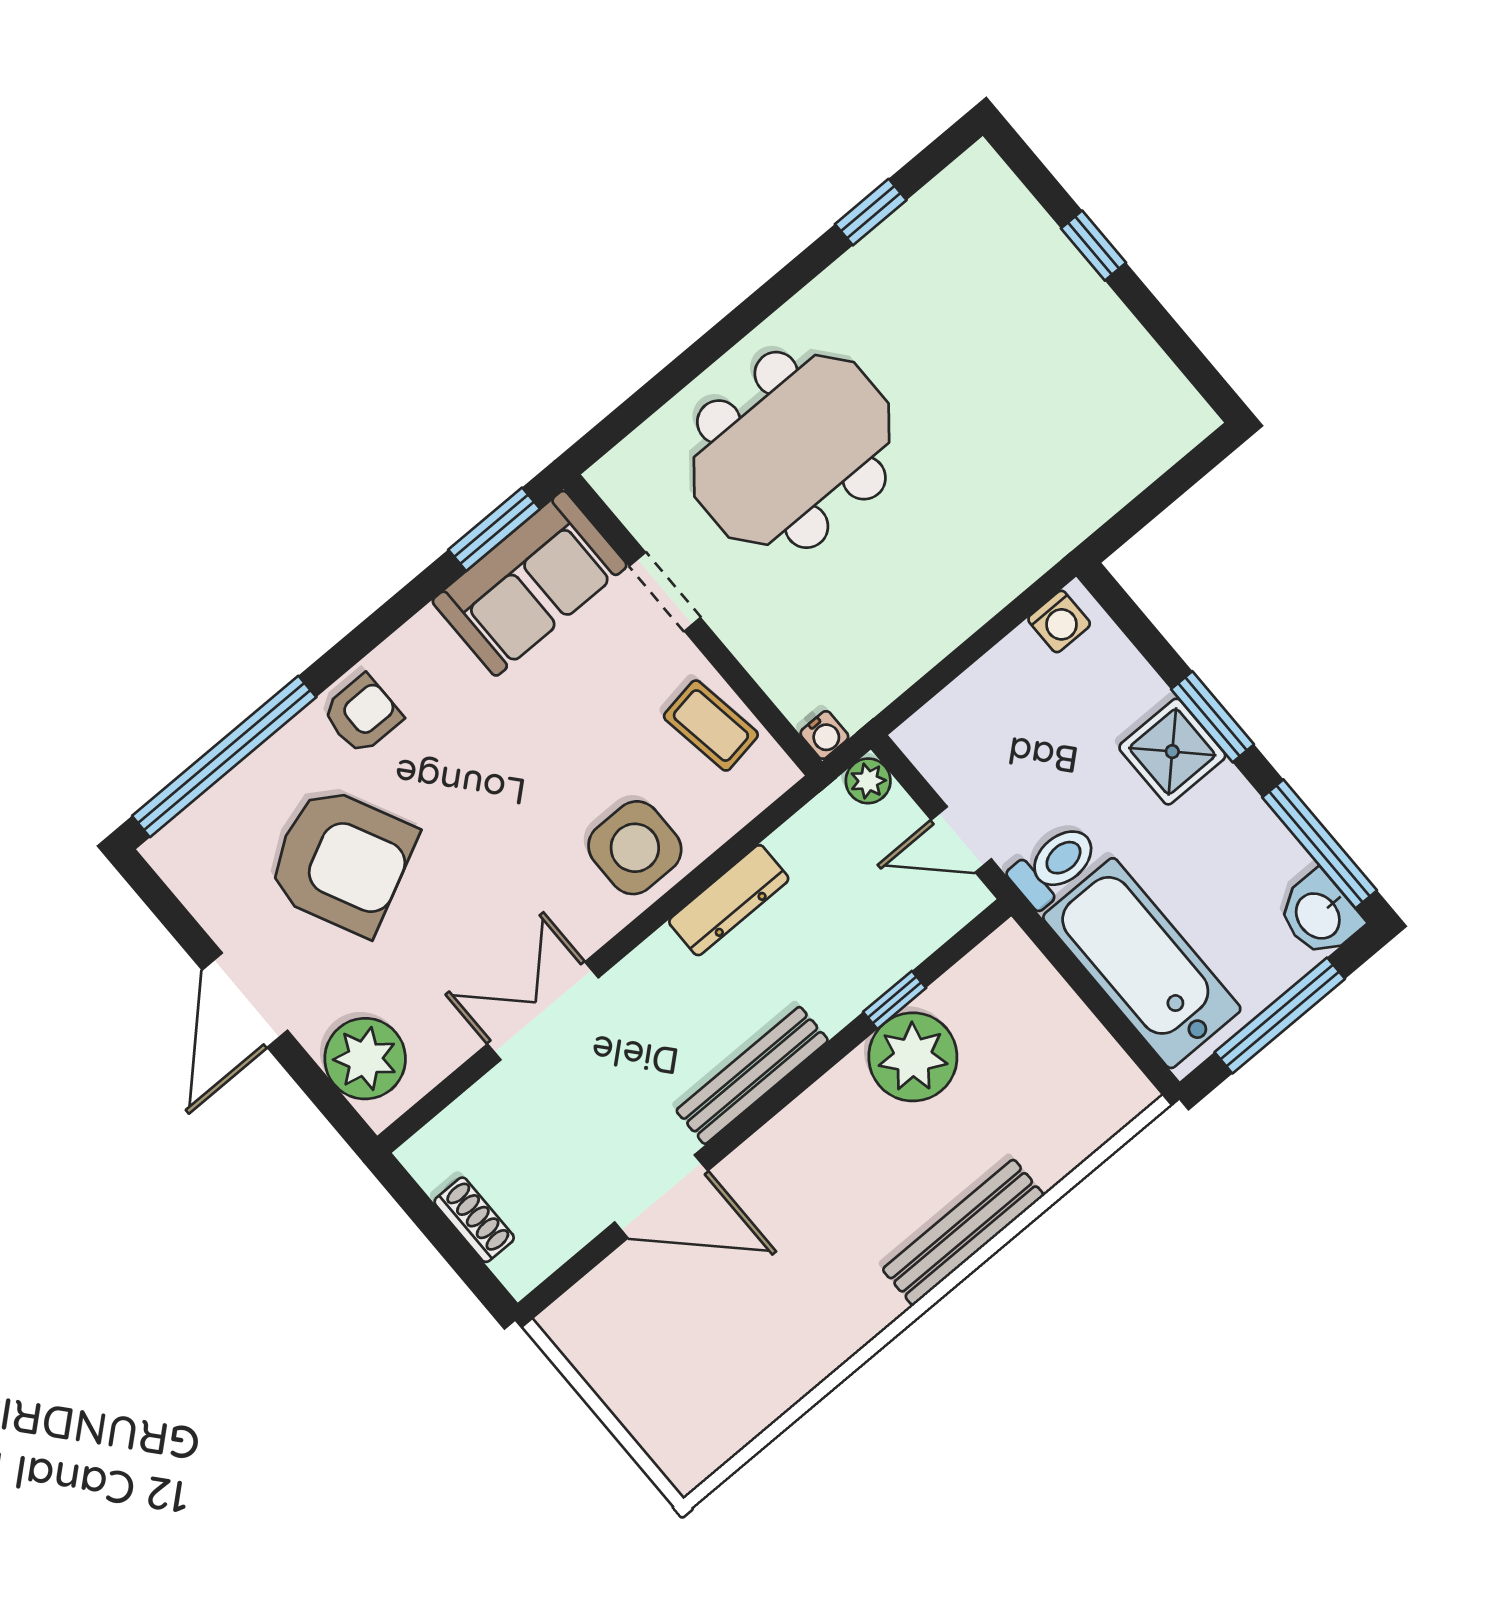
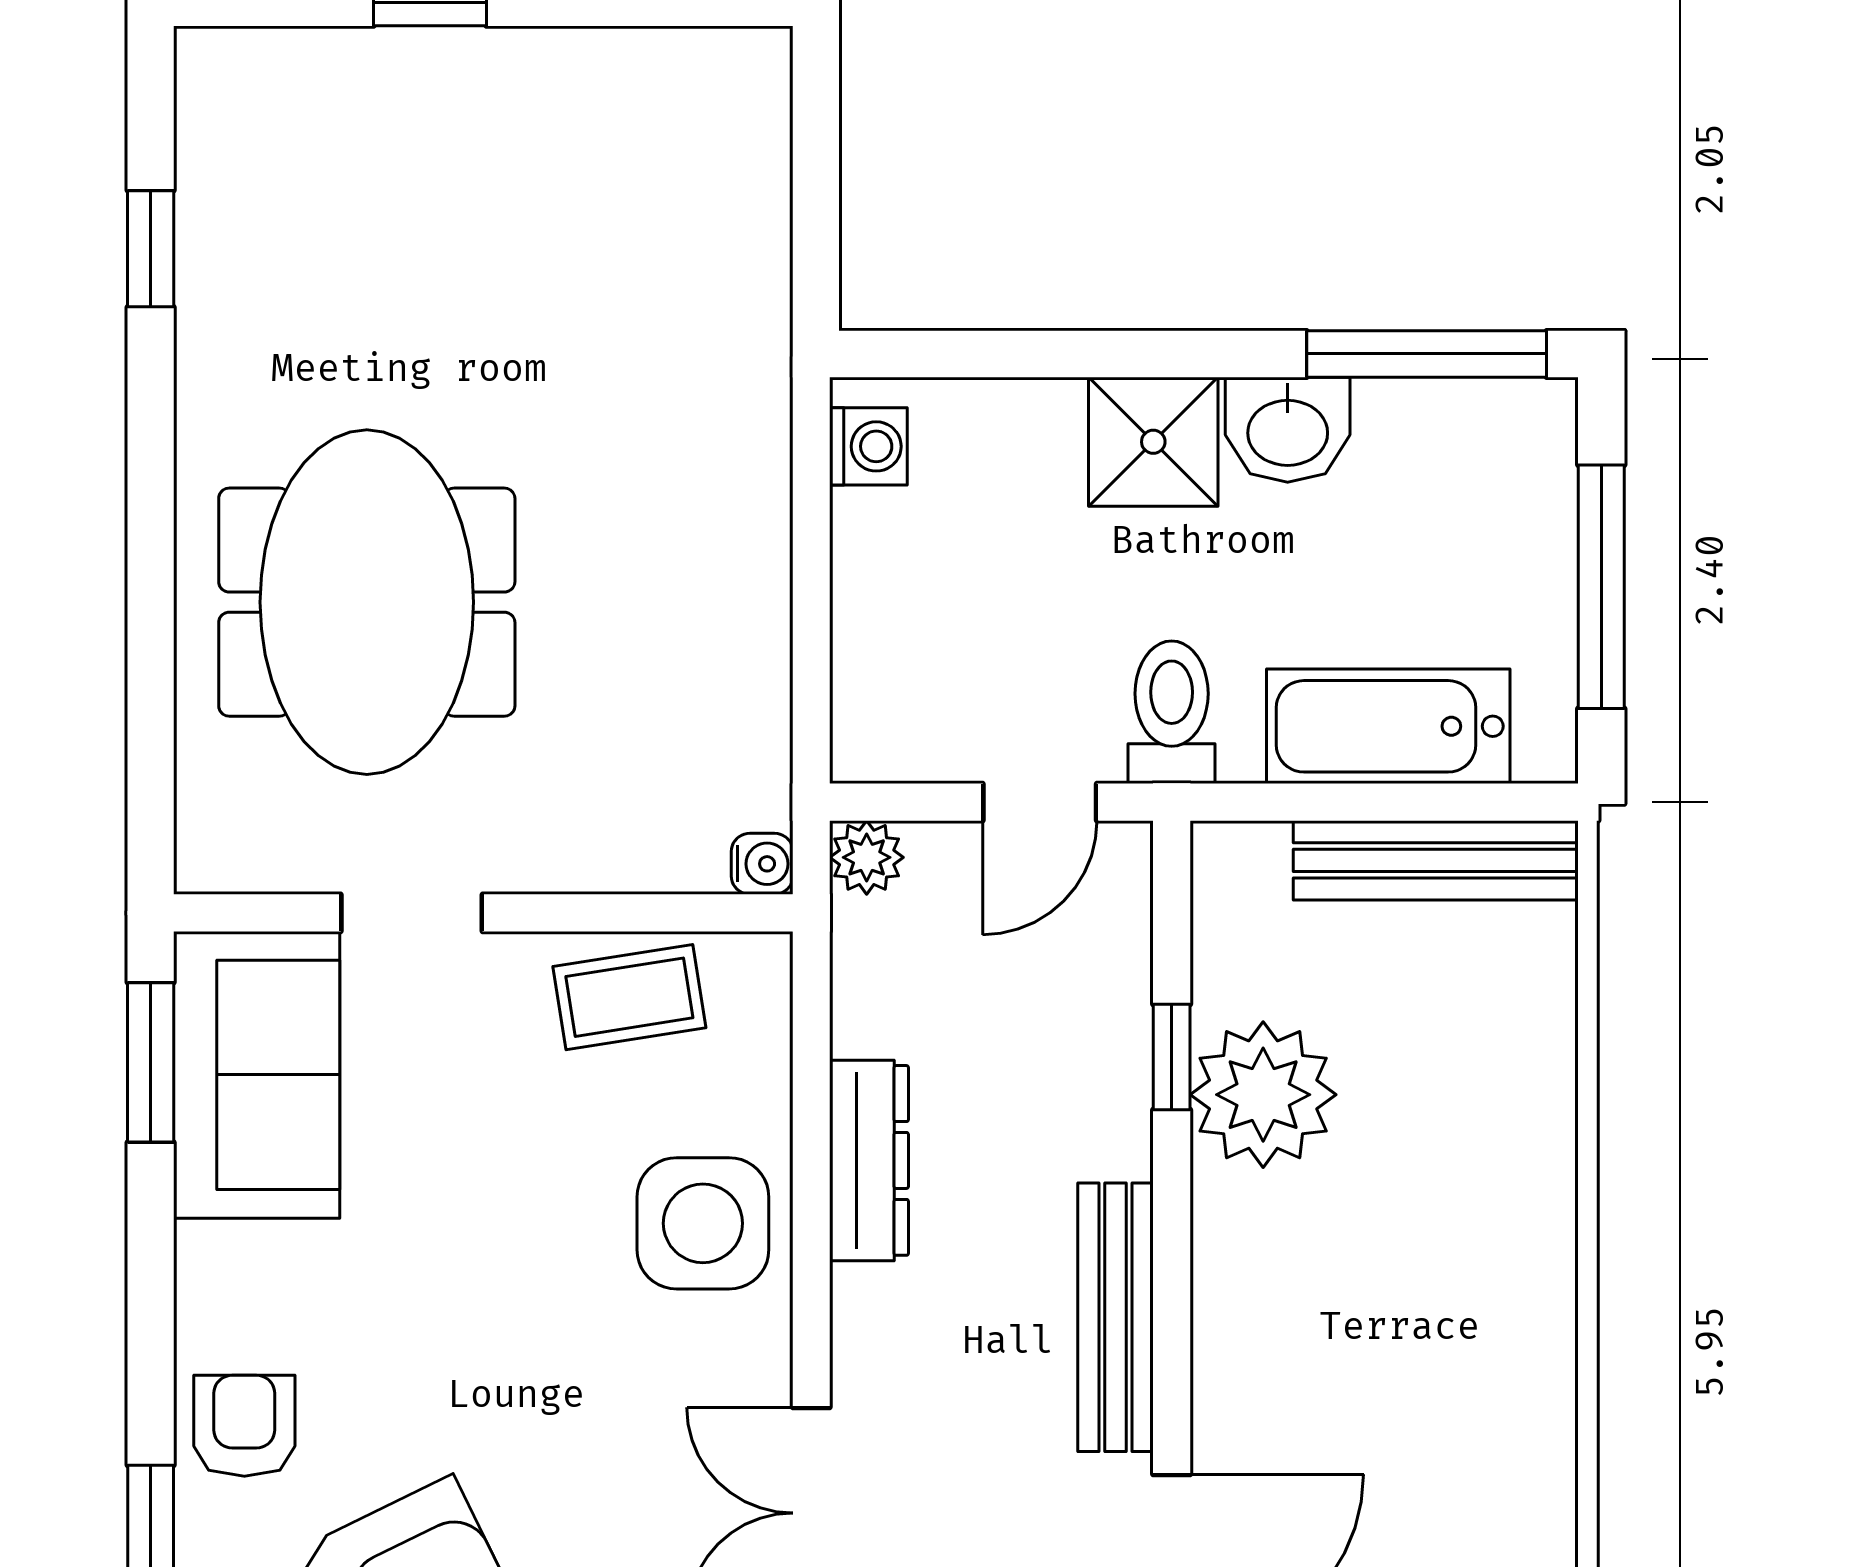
window: (1213, 717) -> (1152, 354), removed
washbasin: (1319, 915) -> (1288, 430), moved
bathtub: (1142, 963) -> (1388, 726), width x0.73, depth x0.73
bench: (963, 1232) -> (1436, 860), moved, turned 90

